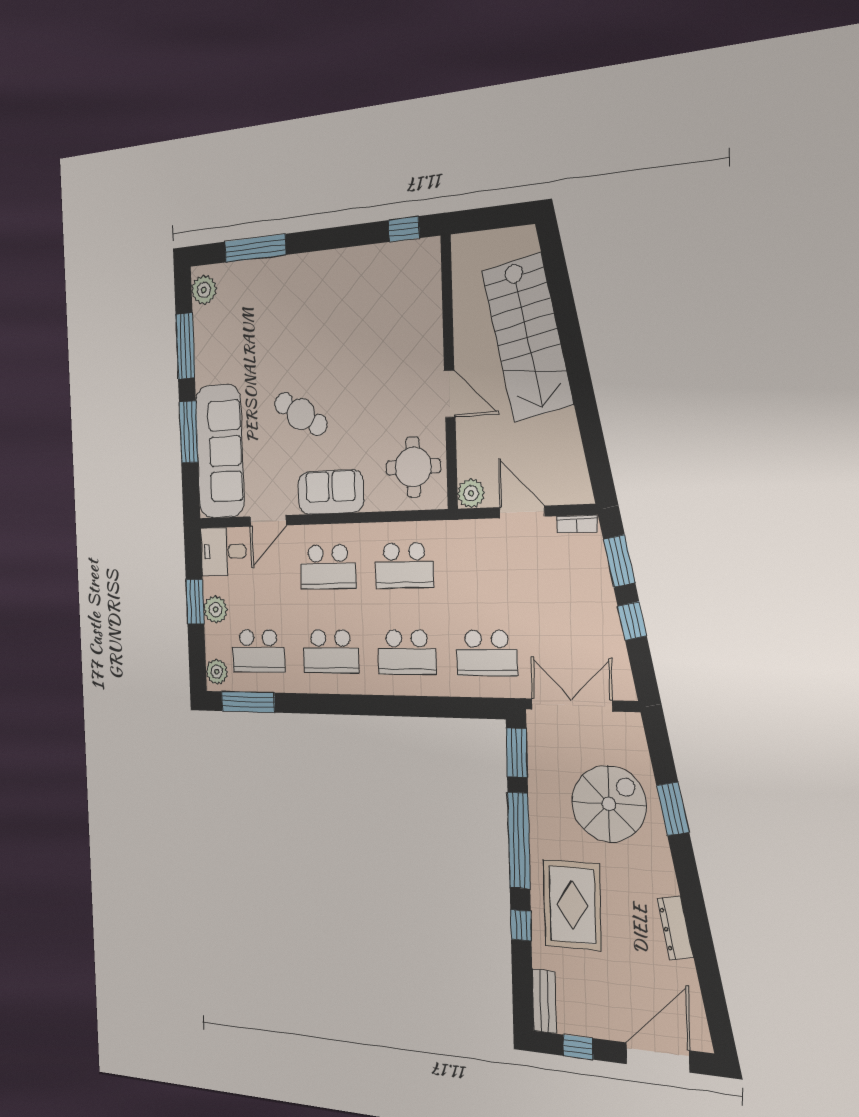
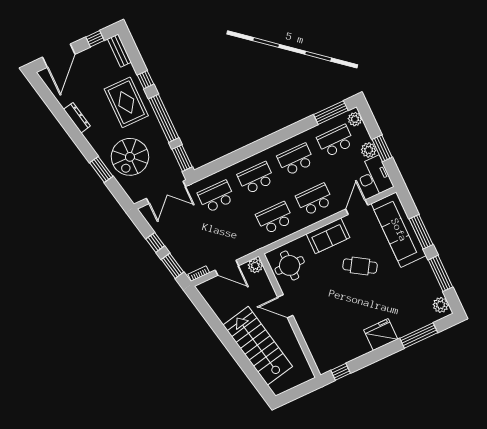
fridge: (313, 274) -> (381, 335), added
desk: (223, 552) -> (374, 177), width x1.37

